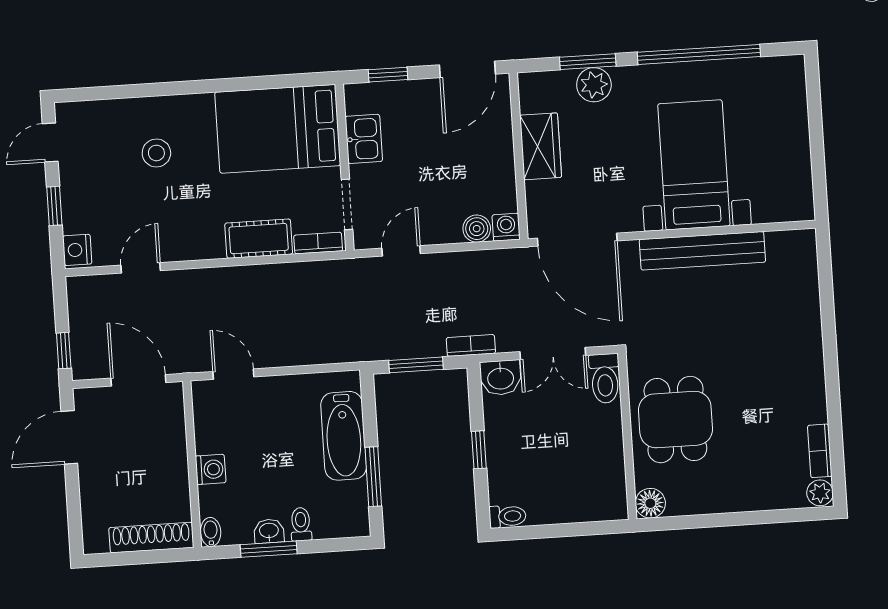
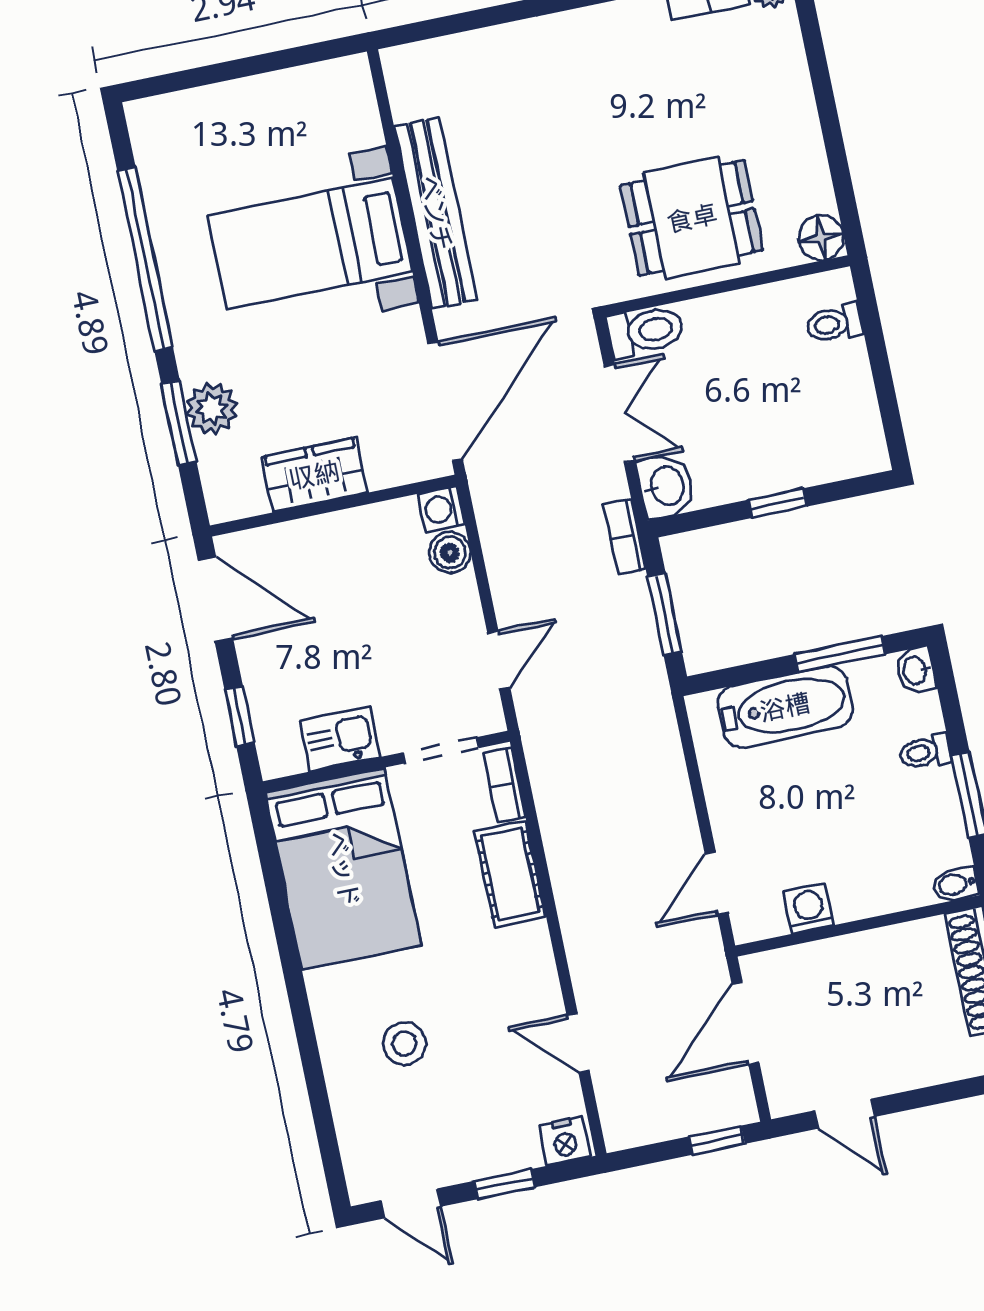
door: (401, 251) -> (499, 660), swing flipped
door: (69, 437) -> (845, 1114), width x0.73
washing machine: (211, 469) -> (809, 908), moved
toilet: (508, 516) -> (834, 324), moved, turned -90
washbasin: (269, 531) -> (916, 670), moved

